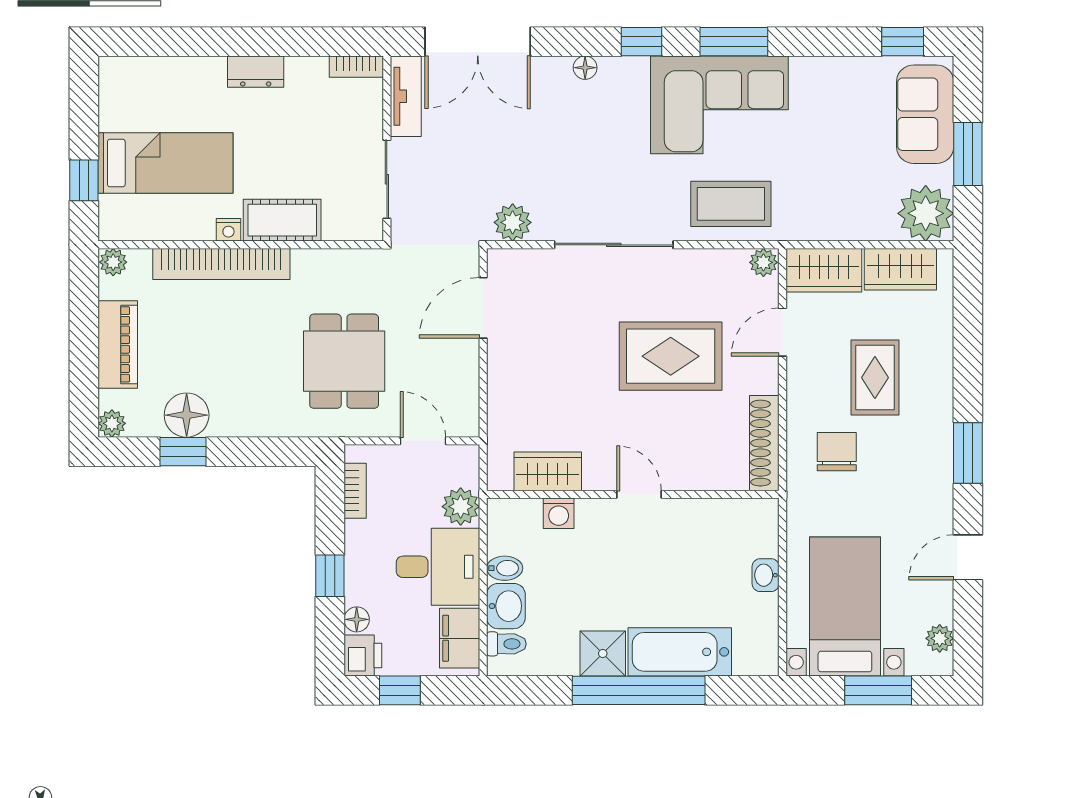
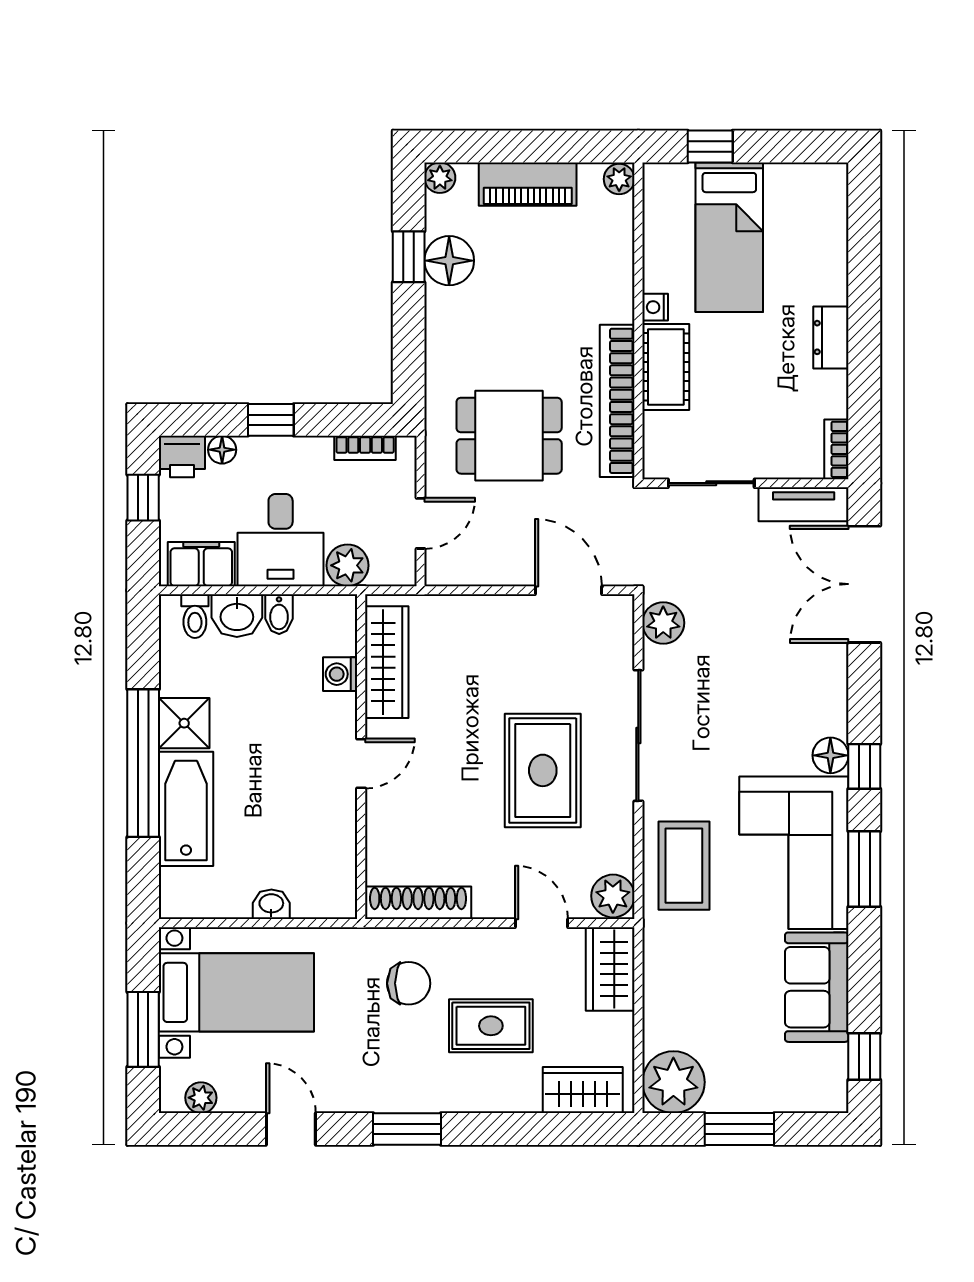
floor lamp: (585, 68) -> (830, 755), moved, width x1.37, depth x1.37
sofa: (925, 114) -> (817, 987), moved, turned -90
plant: (763, 262) -> (613, 896), width x1.38, depth x1.38
bookcase: (221, 264) -> (617, 401), moved
wardrobe: (900, 269) -> (583, 1090), moved, turned 90
rug: (671, 356) -> (543, 770), moved
wardrobe: (548, 471) -> (387, 662), width x1.50

